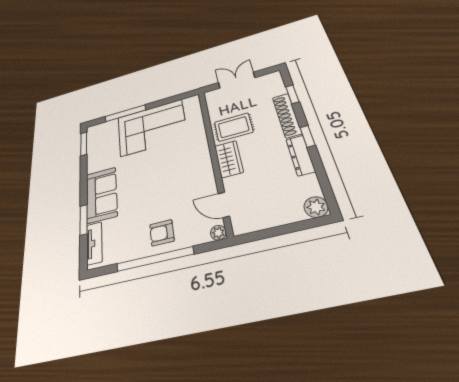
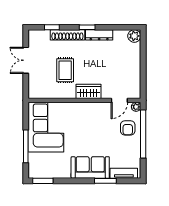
wall: (214, 157) -> (84, 100), moved
wardrobe: (229, 159) -> (88, 91), moved
door: (224, 205) -> (119, 100), moved
plant: (218, 233) -> (136, 107), moved

